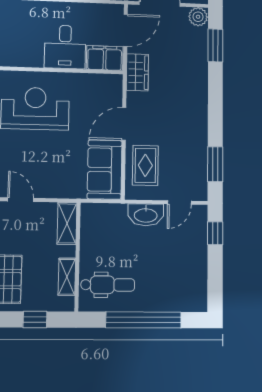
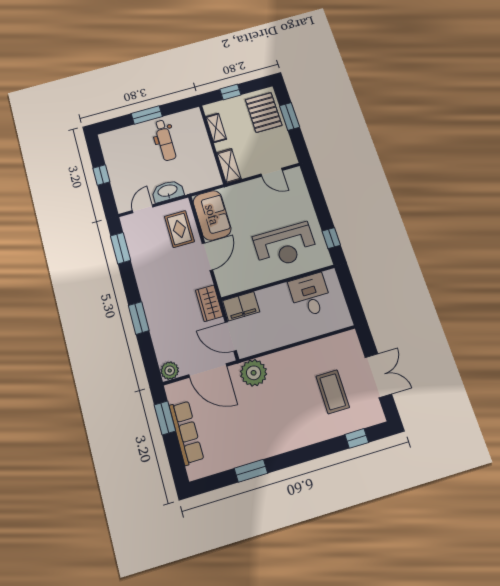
door: (125, 30) -> (231, 336), hinge flipped
window: (215, 45) -> (139, 318), moved
desk: (65, 47) -> (310, 295), moved
window: (215, 233) -> (101, 175), moved
dental chair: (108, 285) -> (165, 140), moved, turned -90
window: (144, 320) -> (147, 115), width x0.47

